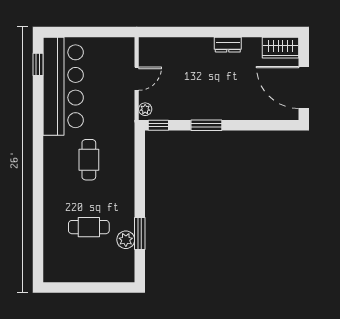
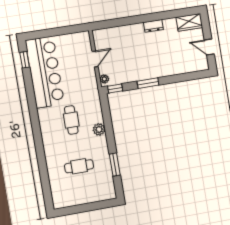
door: (304, 87) -> (209, 47), width x0.53
plant: (126, 240) -> (99, 129), moved

